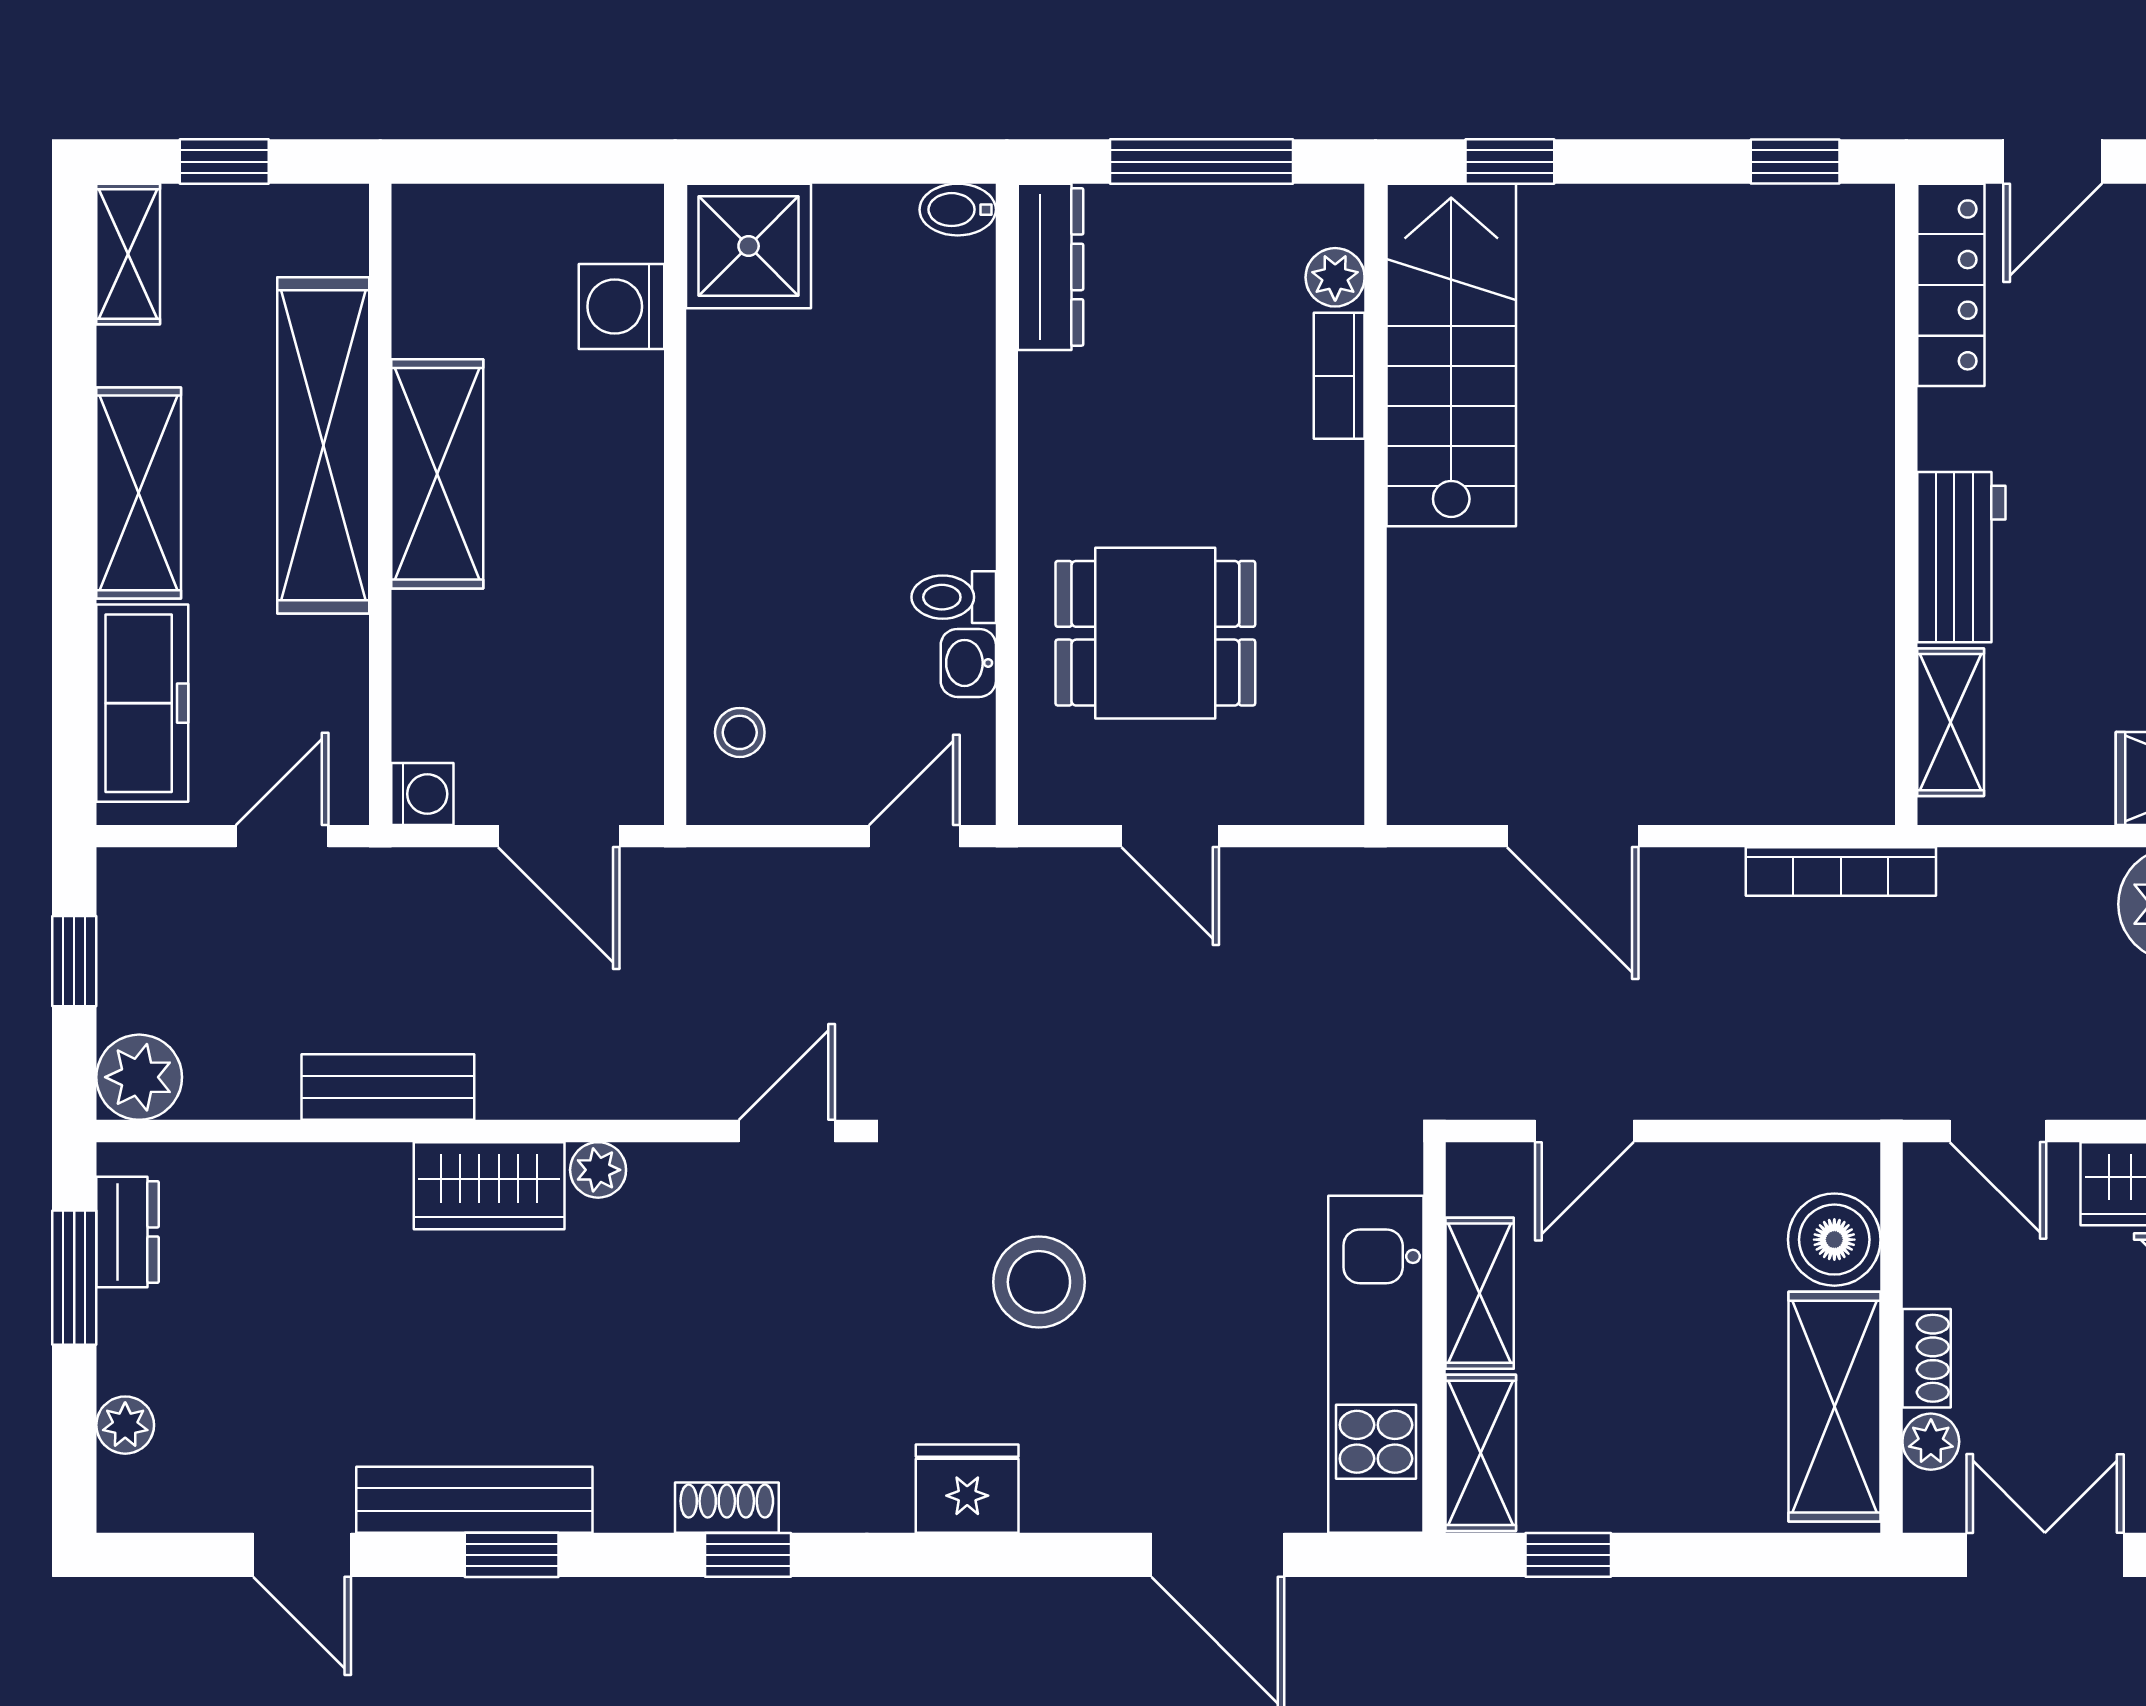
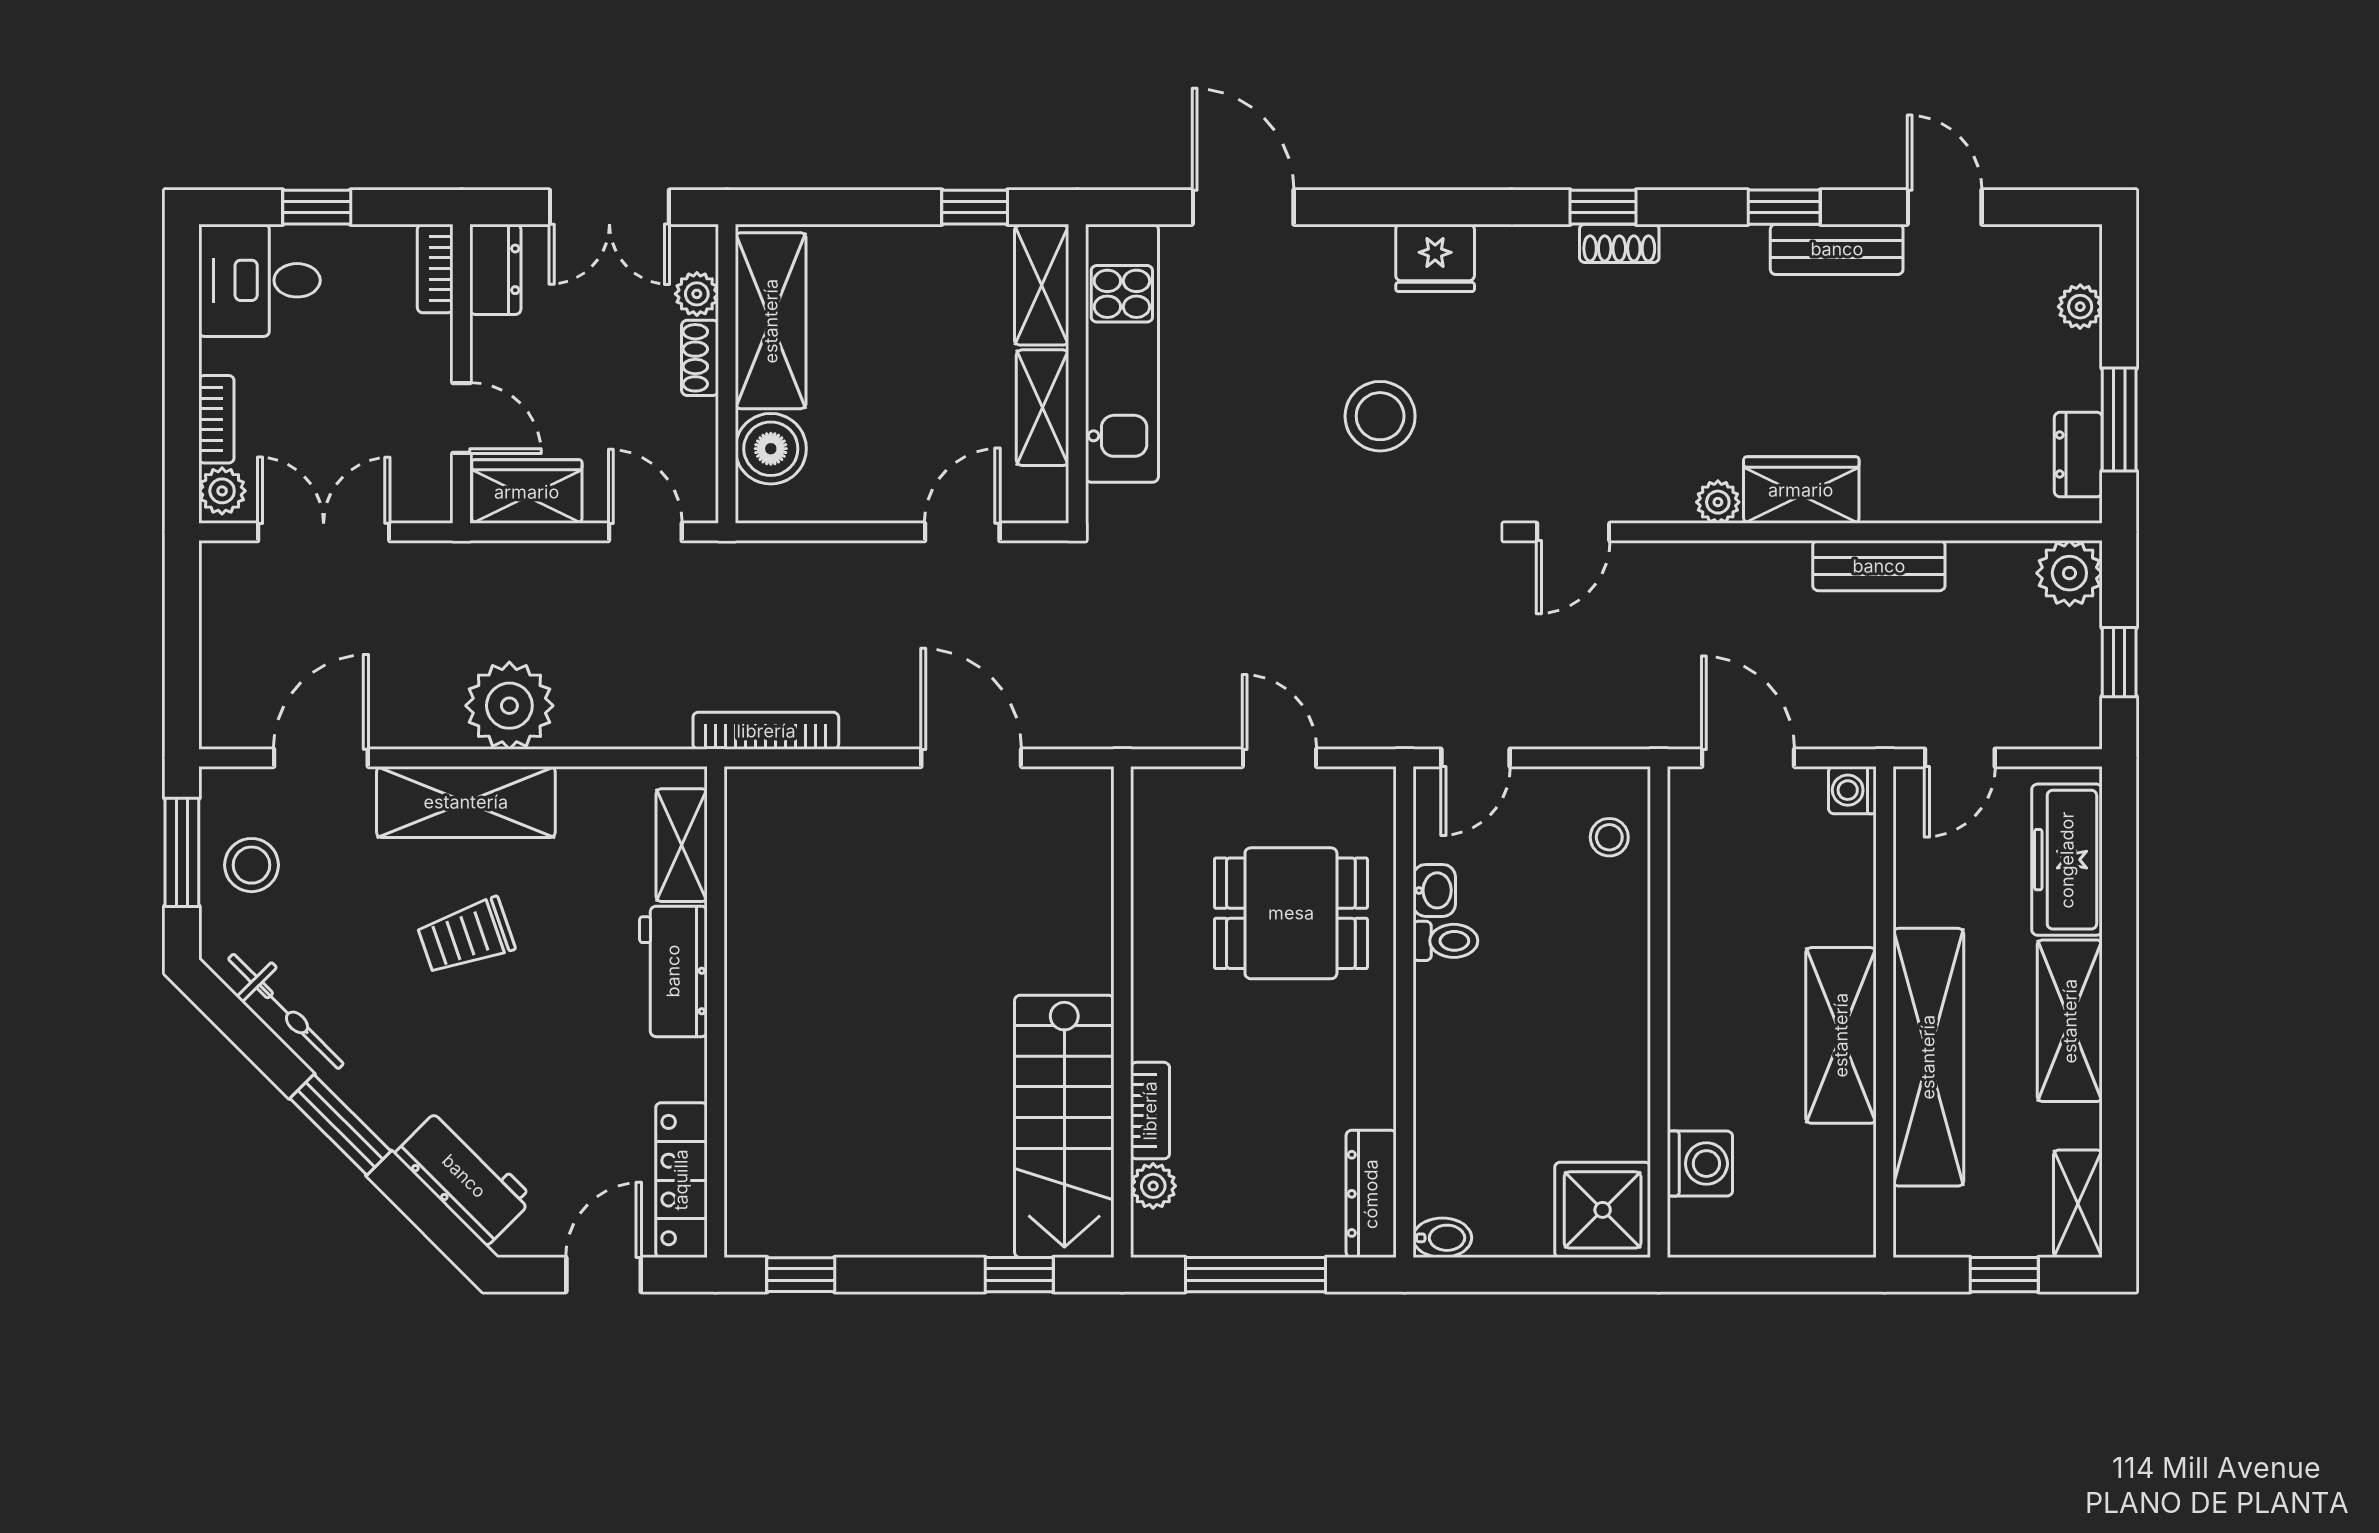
bench: (474, 1500) -> (1837, 249), width x0.73

